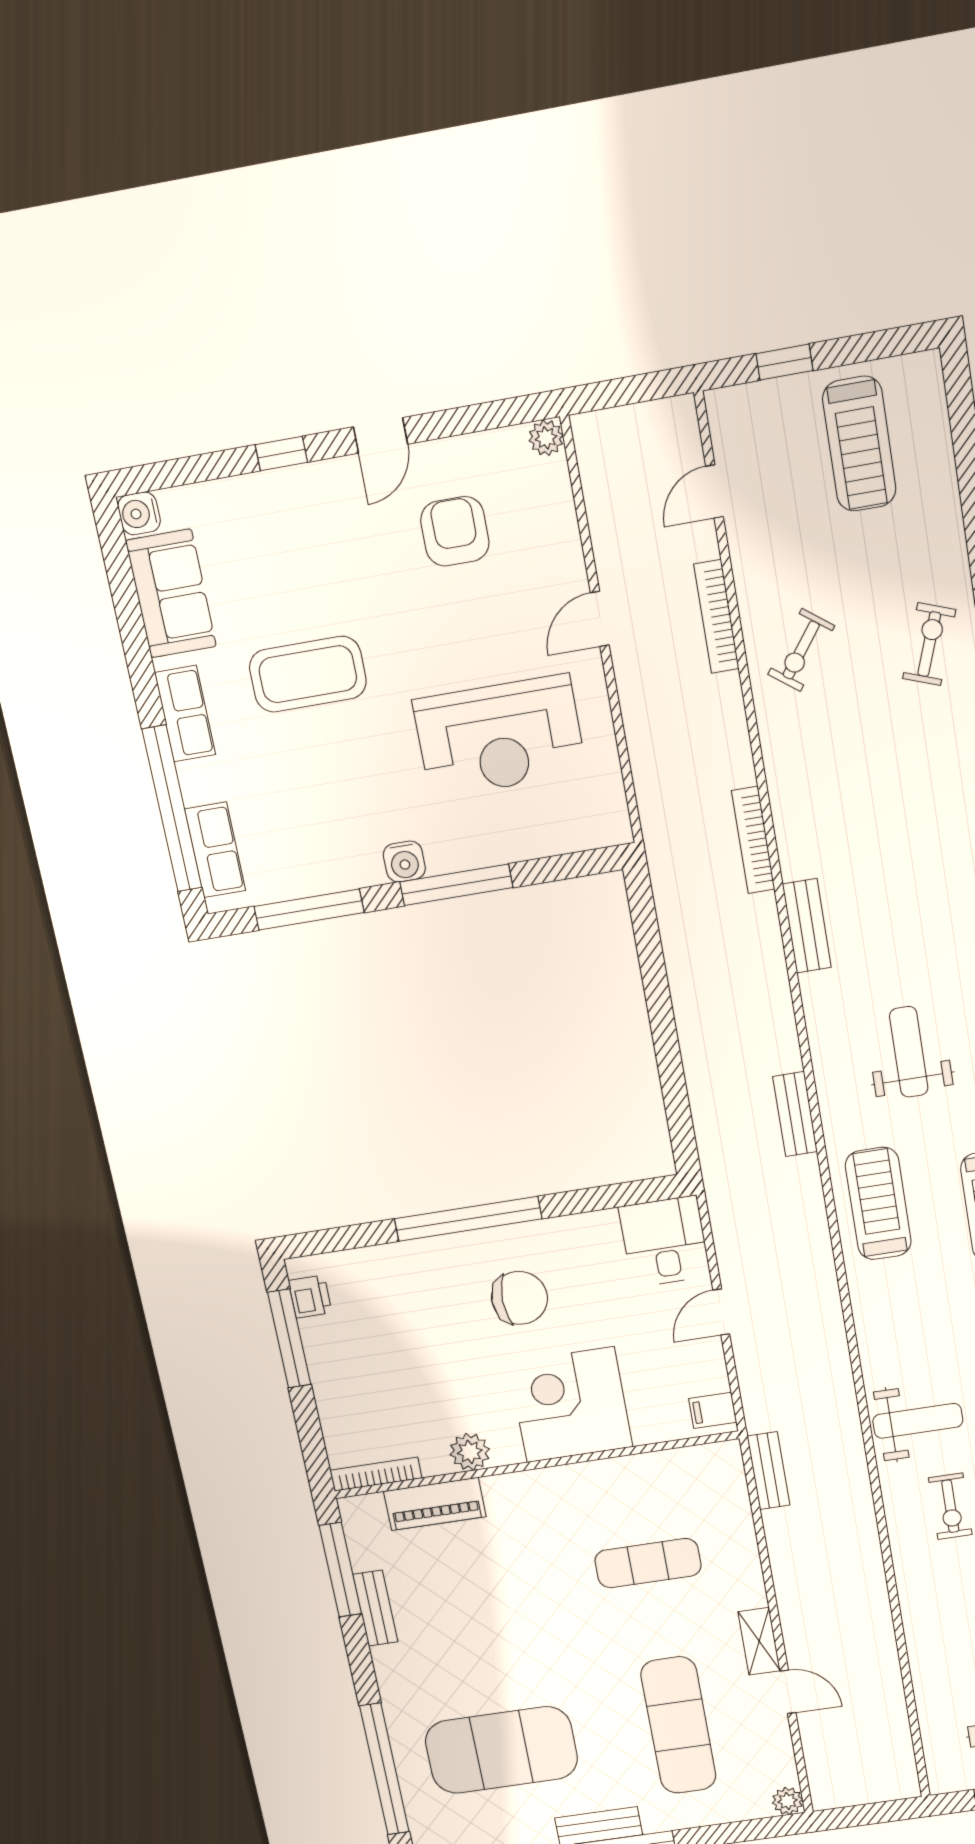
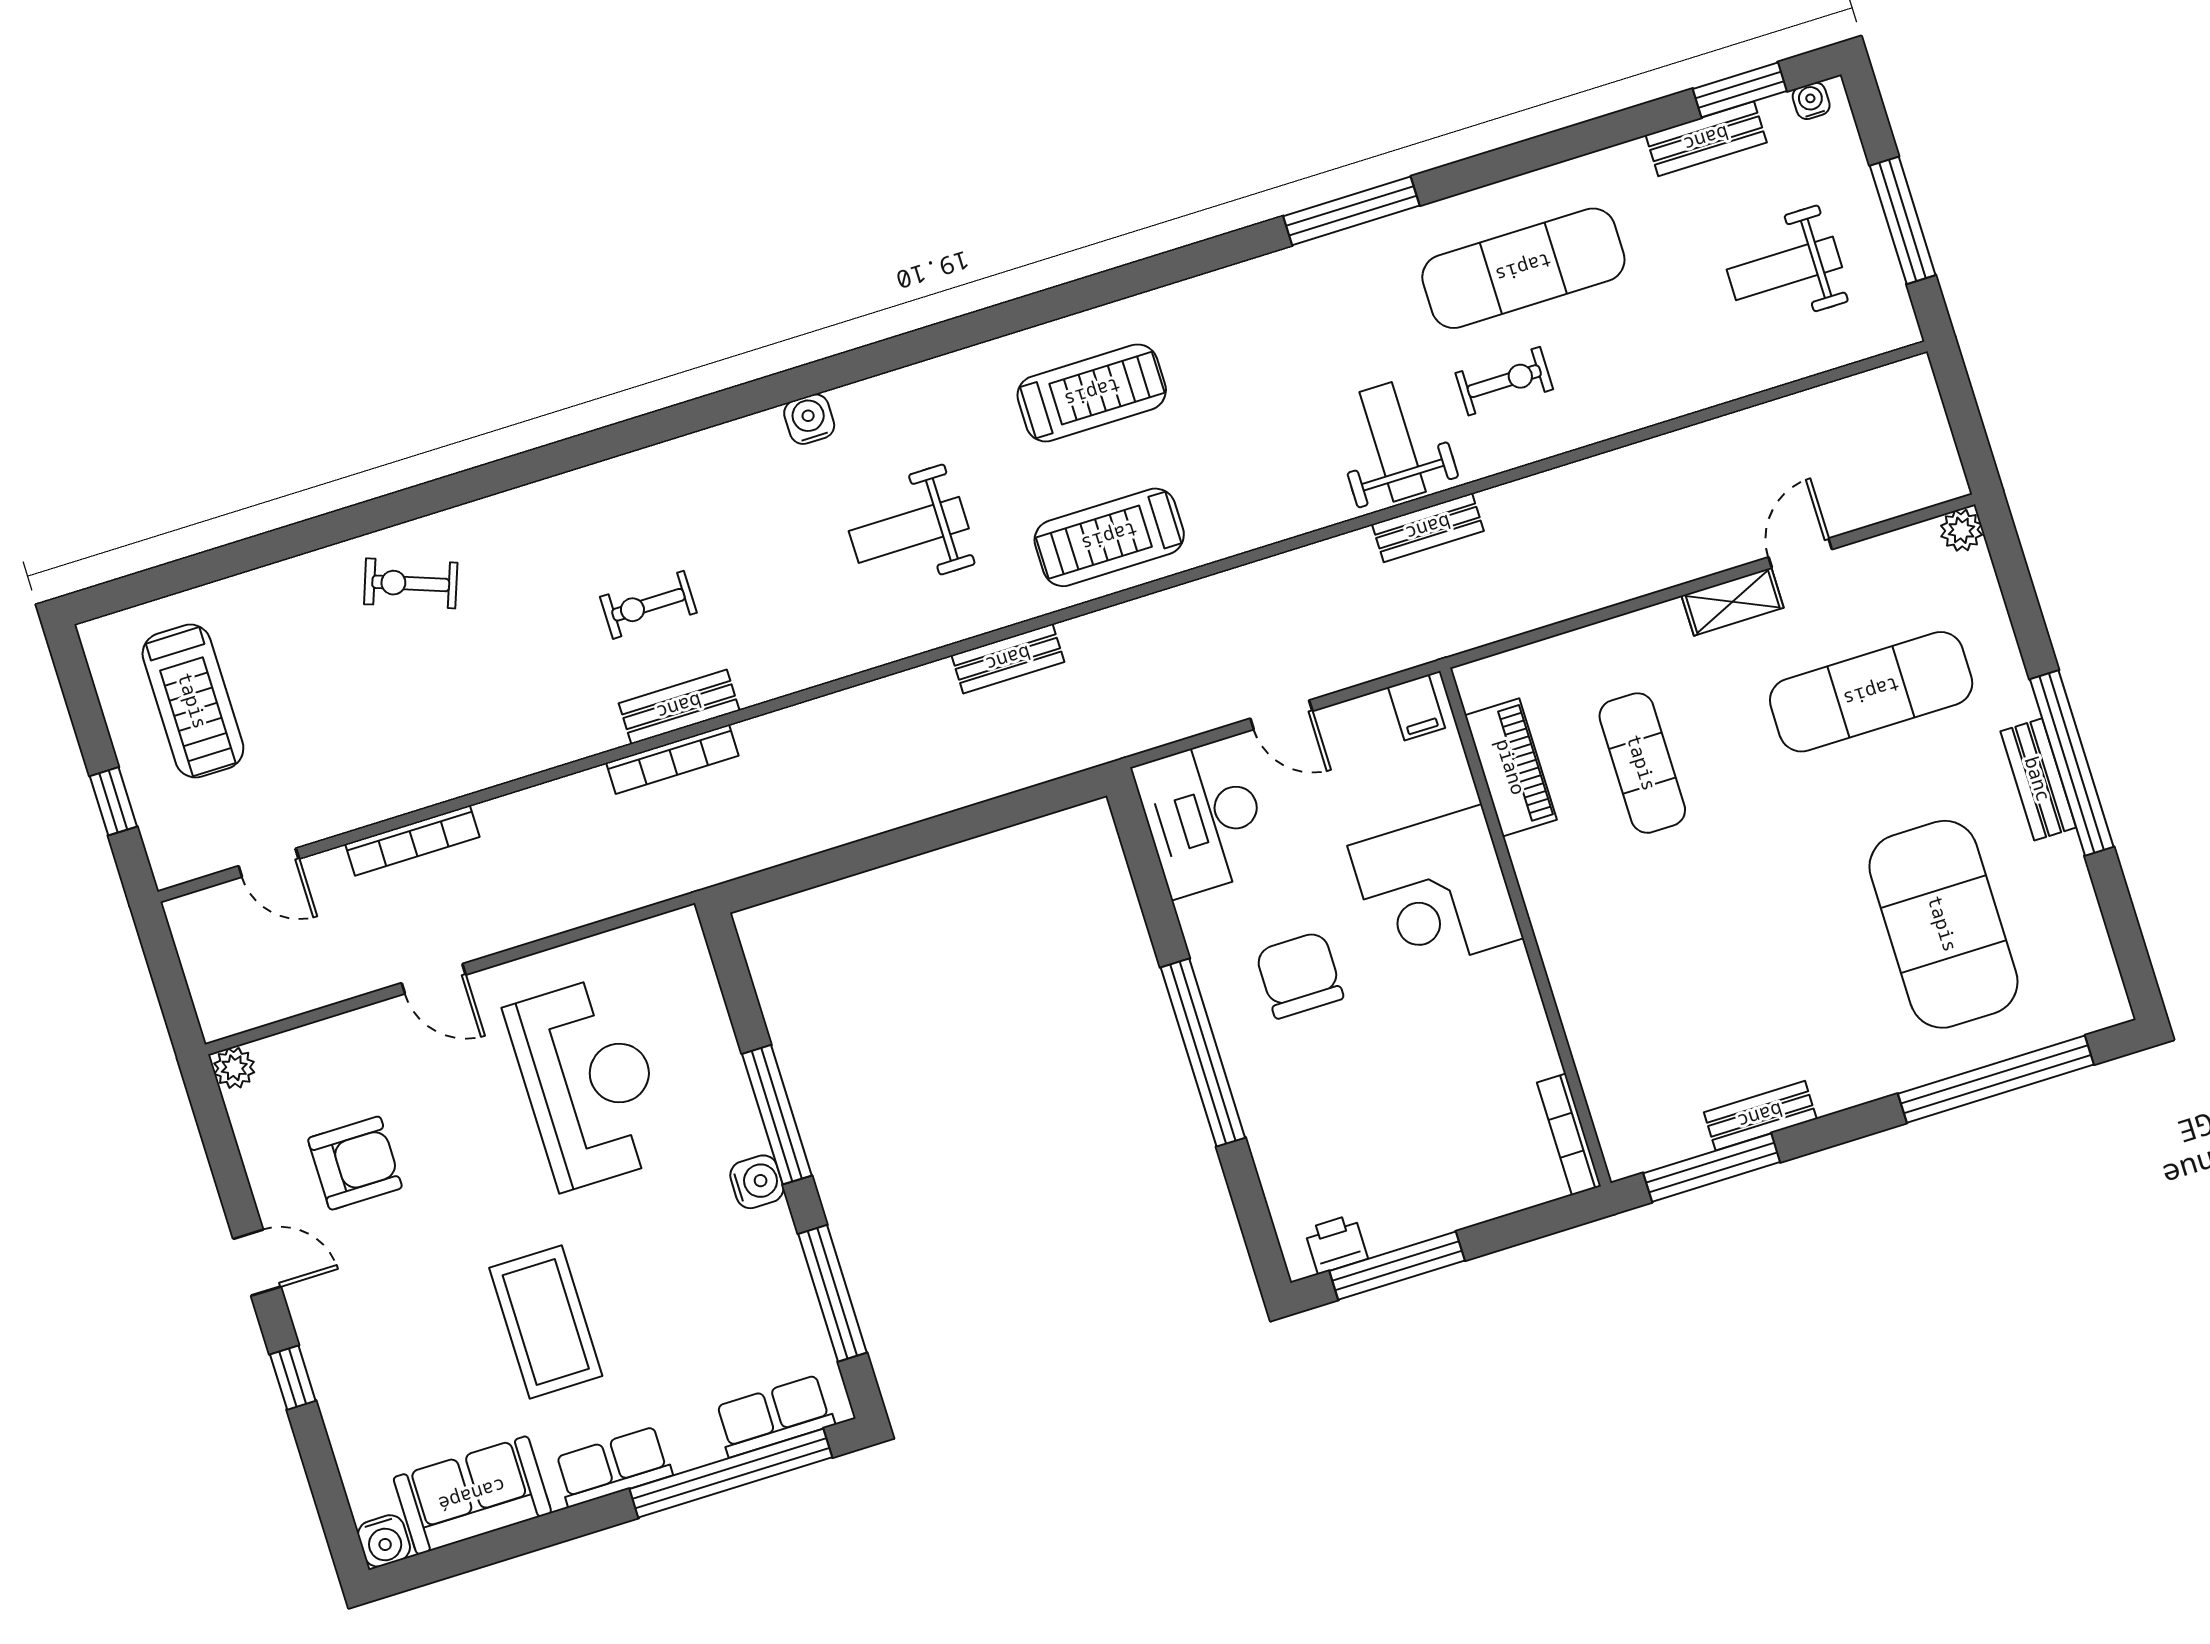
treadmill: (859, 444) -> (193, 701), turned 90
armchair: (455, 531) -> (355, 1163), turned 180
exercise bike: (801, 650) -> (648, 605), moved, turned 143
bench: (807, 926) -> (679, 707), moved
desk: (665, 1241) -> (1203, 818), width x1.37
plant: (470, 1452) -> (1520, 1015), removed
bench: (768, 1471) -> (1428, 528), moved
piano: (435, 1504) -> (1511, 767), moved

